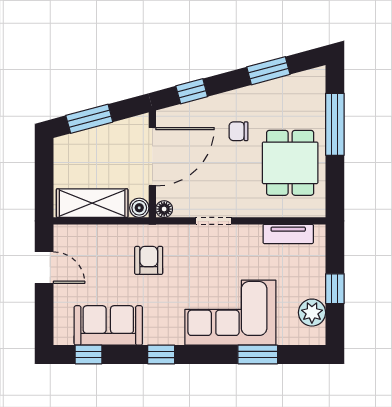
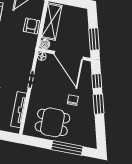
window: (268, 71) -> (98, 104), moved
window: (89, 119) -> (94, 39), moved
tv unit: (288, 234) -> (19, 110), width x1.41
armchair: (149, 260) -> (31, 26), moved, turned -90

